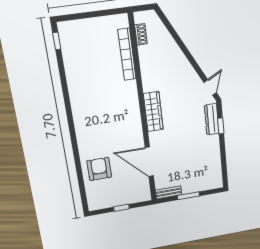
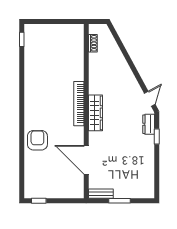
bookcase: (127, 54) -> (79, 104), moved
dresser: (212, 119) -> (149, 124), width x0.70
armchair: (99, 169) -> (37, 140), moved
window: (121, 208) -> (39, 201), moved

